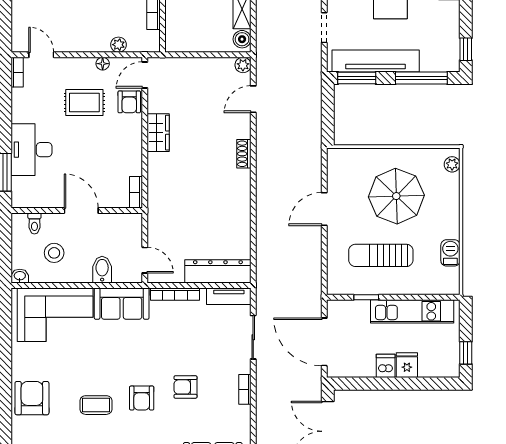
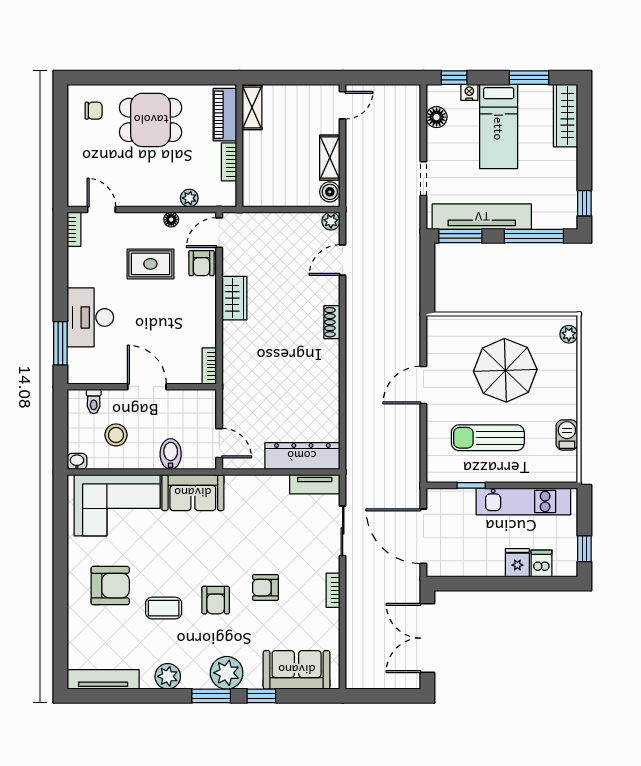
bookcase: (175, 294) -> (253, 482), removed
dishwasher: (386, 366) -> (542, 564), moved
armchair: (32, 398) -> (110, 586), moved, turned 90

